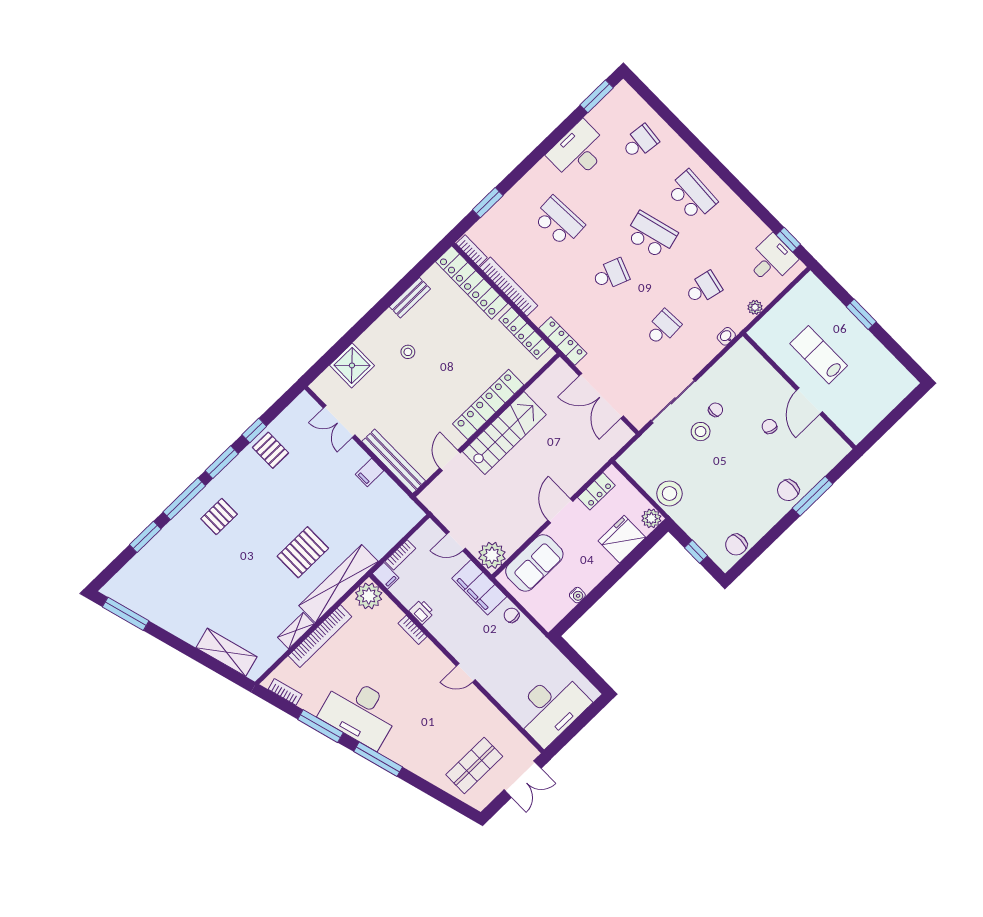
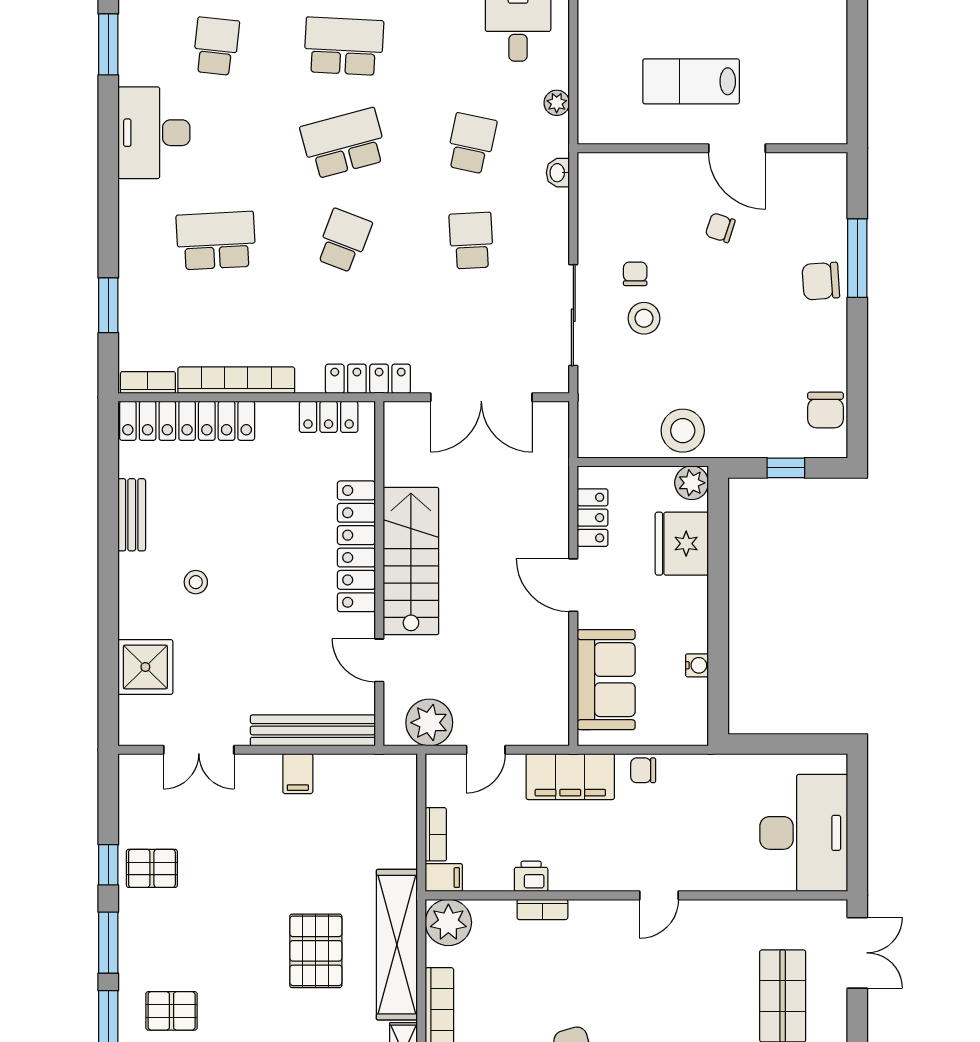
locker: (524, 333) -> (329, 417), width x0.66
chair: (788, 490) -> (821, 281), turned 86
pallet: (219, 516) -> (172, 1011), turned 90
plant: (492, 555) -> (429, 723), moved

